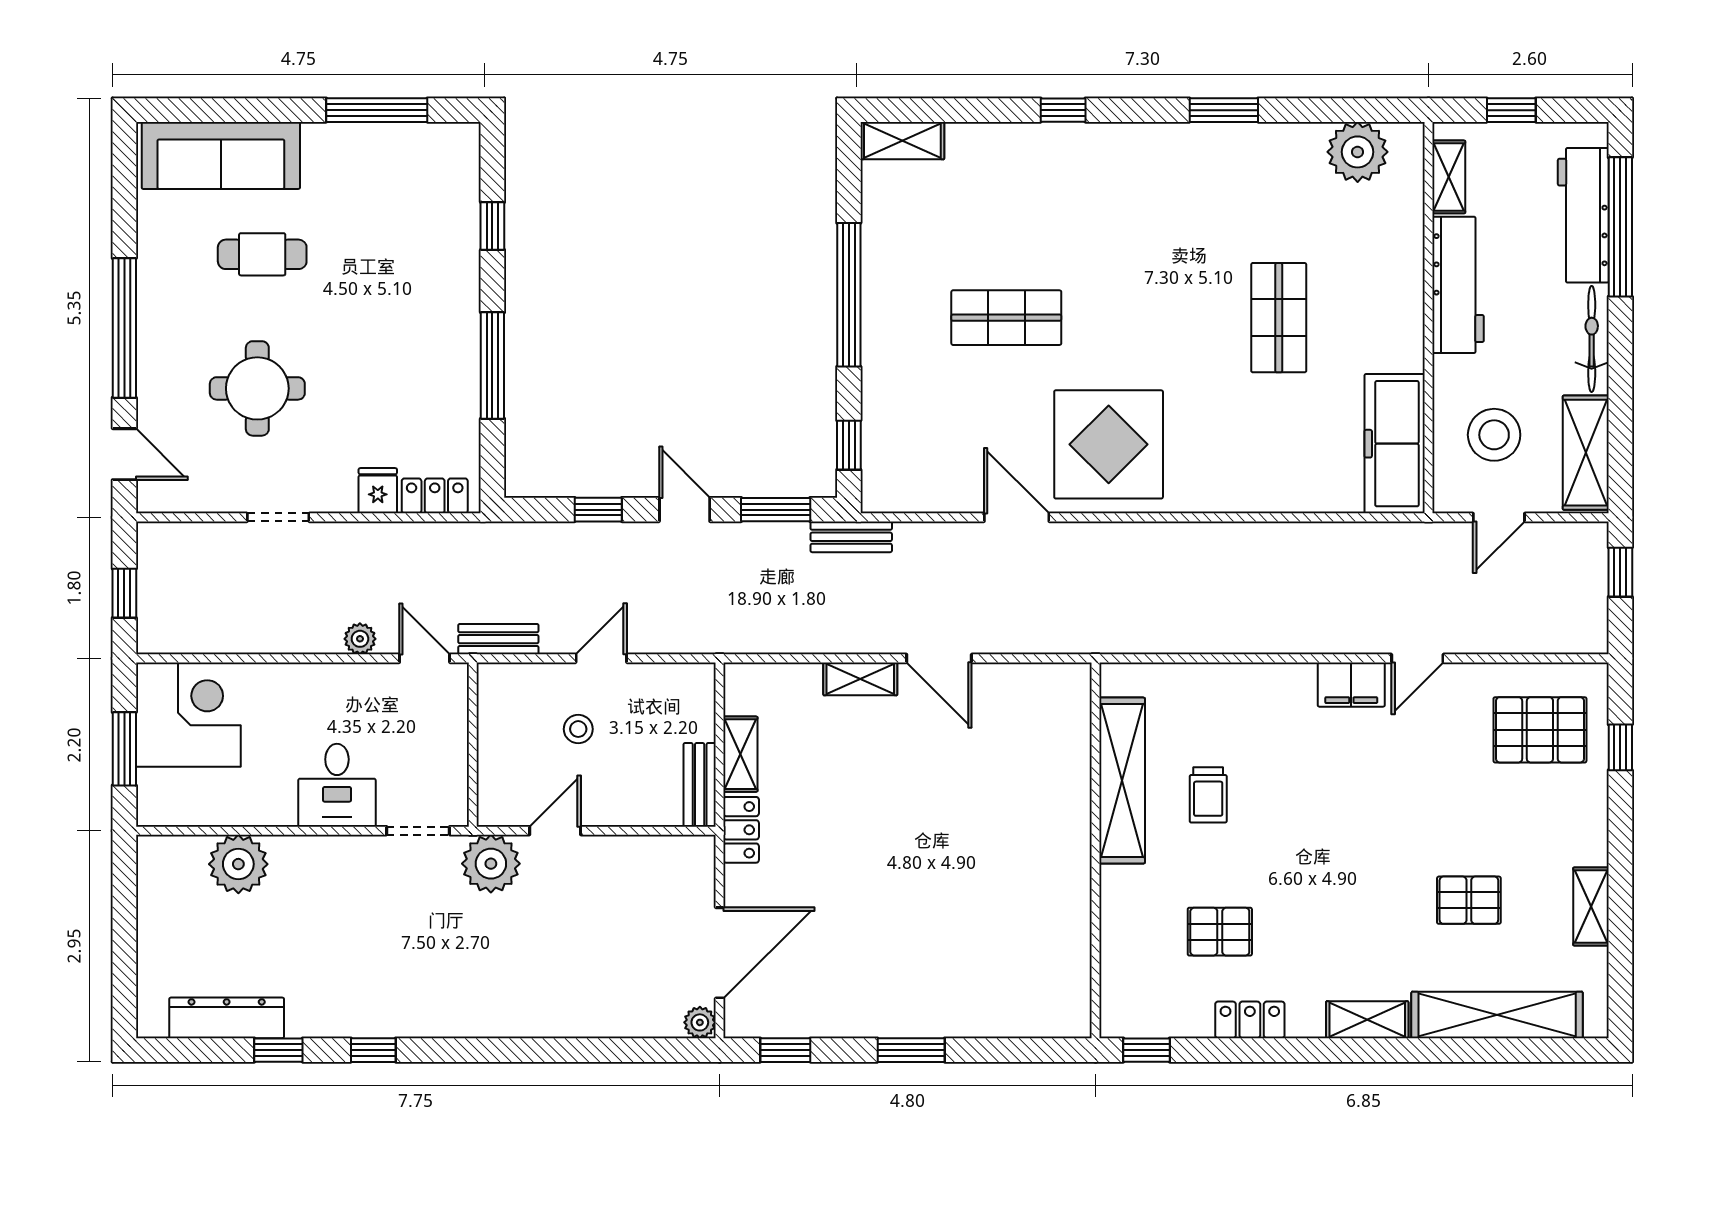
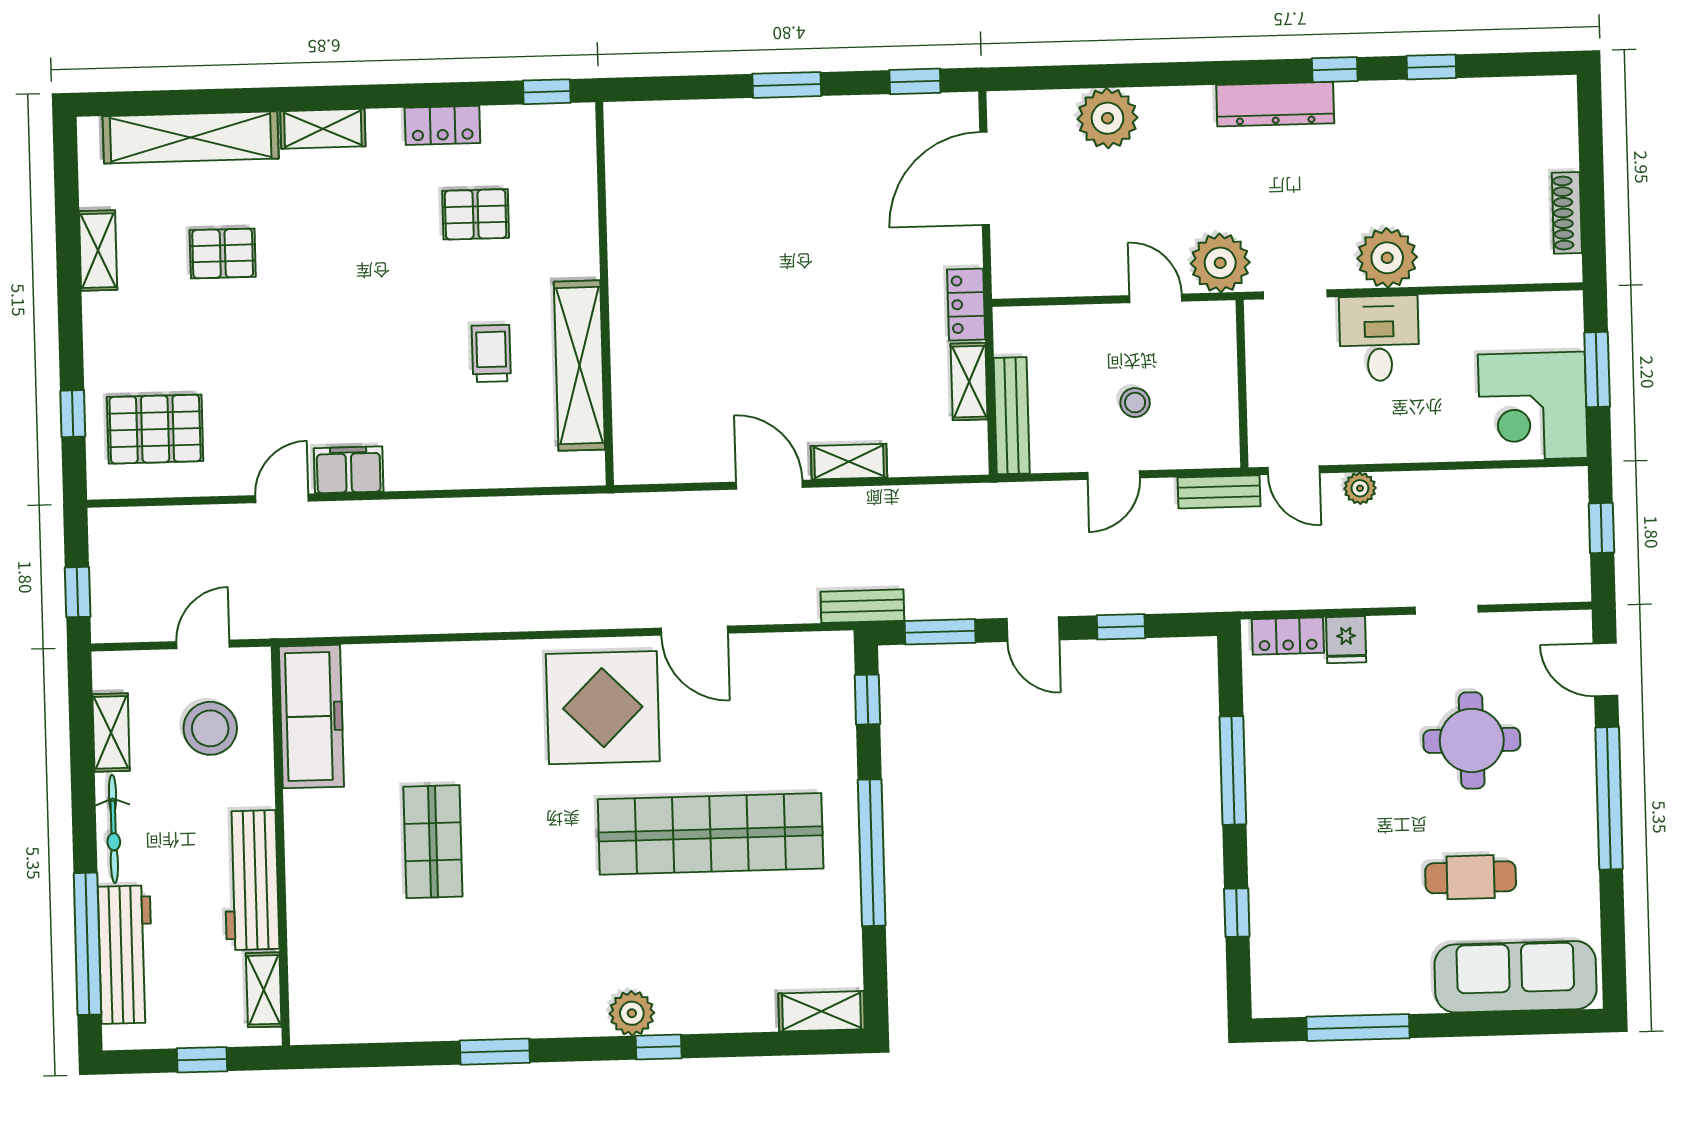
plant: (1358, 152) -> (632, 1013), moved, width x0.73, depth x0.73
shop shelf: (1006, 318) -> (711, 834), width x2.00, depth x1.36
shelving: (1586, 453) -> (111, 732), width x0.67, depth x0.75
bench: (700, 785) -> (1012, 416), moved, width x1.36
door: (555, 831) -> (1156, 298), swing flipped
plant: (238, 864) -> (1387, 258), moved
shoe rack: (150, 903) -> (1567, 213), added
dresser: (227, 1018) -> (1275, 104), moved
plant: (700, 1022) -> (1108, 118), moved, width x1.87, depth x1.87

